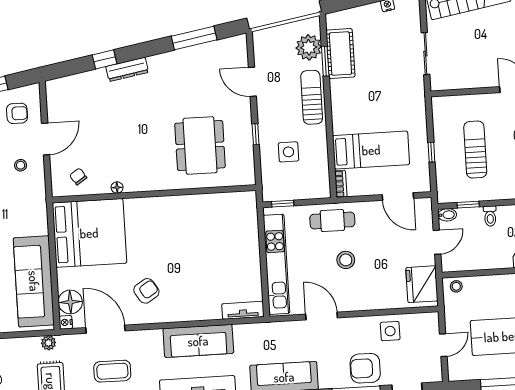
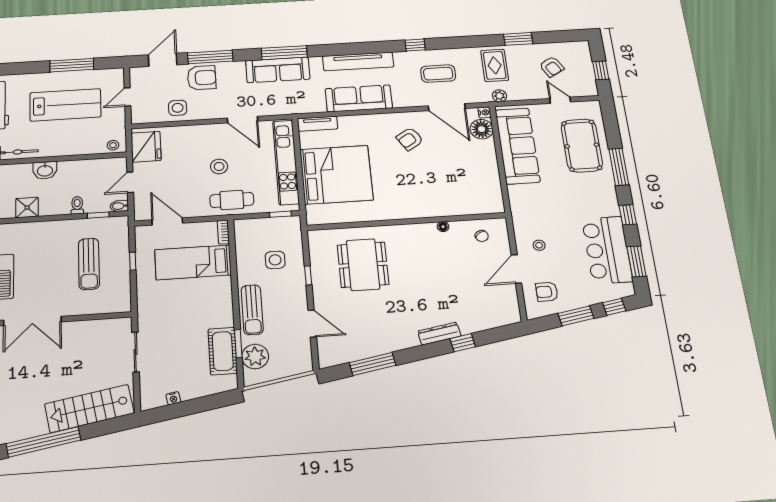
bed: (89, 233) -> (336, 175), moved, turned 180

